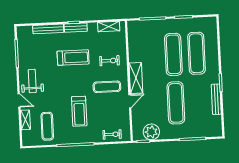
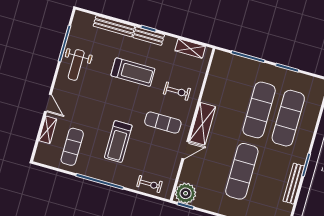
weight bench: (32, 81) -> (76, 65), moved, turned 180
plant: (151, 132) -> (186, 193), moved

